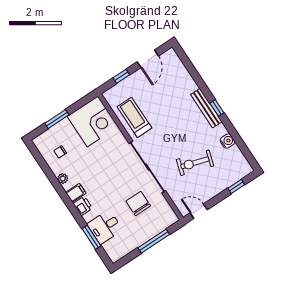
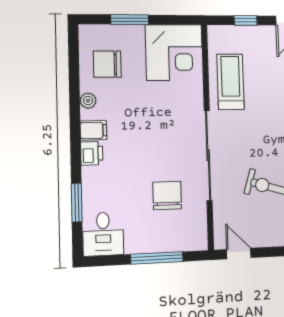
chair: (60, 152) -> (107, 64), width x1.87, depth x1.87
desk: (105, 227) -> (103, 234), moved, turned -90

